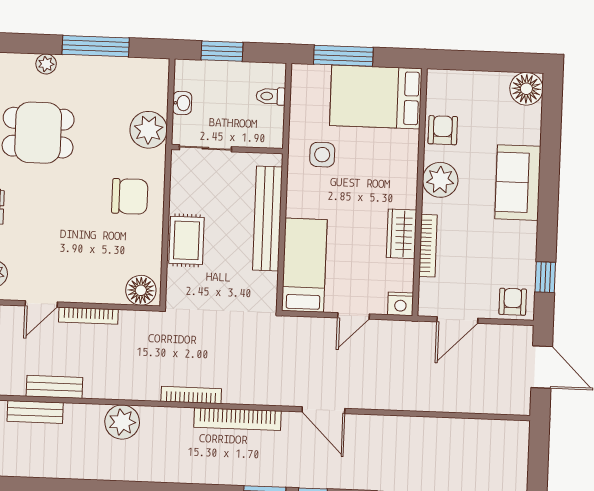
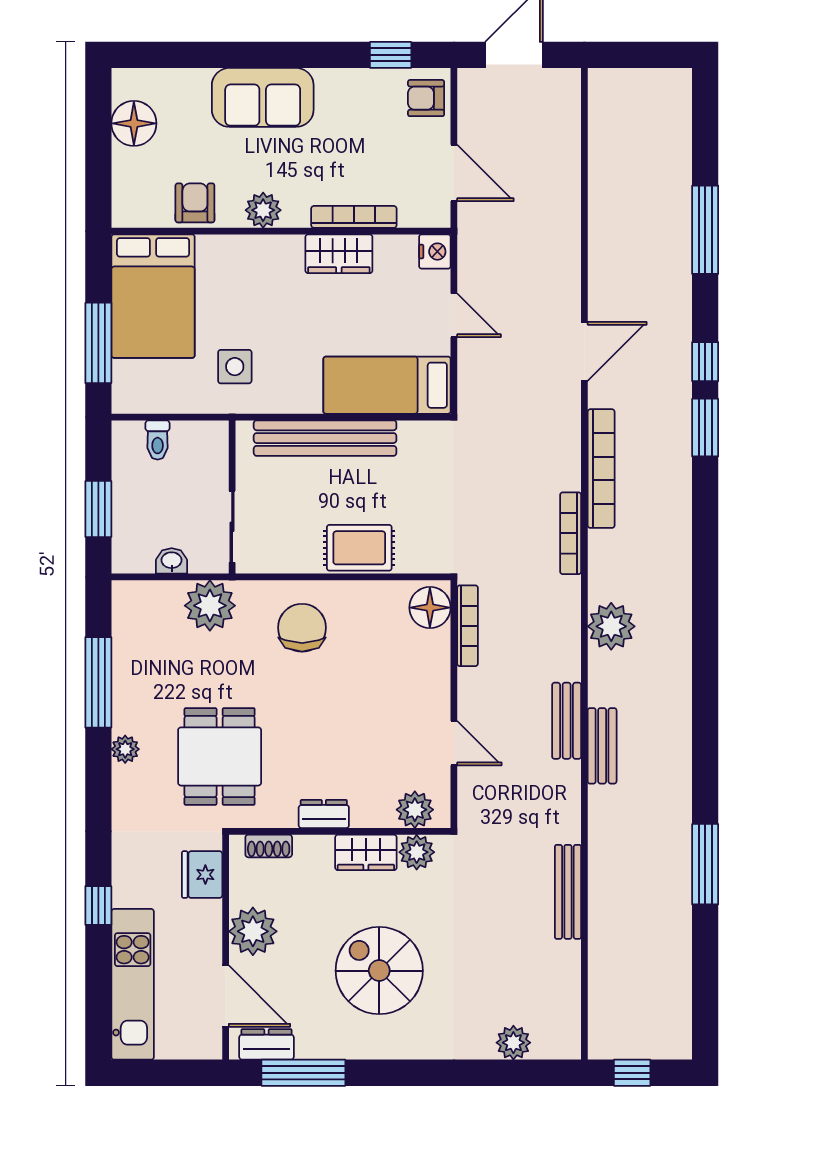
floor lamp: (526, 89) -> (134, 123), moved
armchair: (443, 130) -> (195, 203), turned 90
plant: (440, 180) -> (263, 210), width x0.73, depth x0.73
bookcase: (88, 316) -> (468, 626), moved

